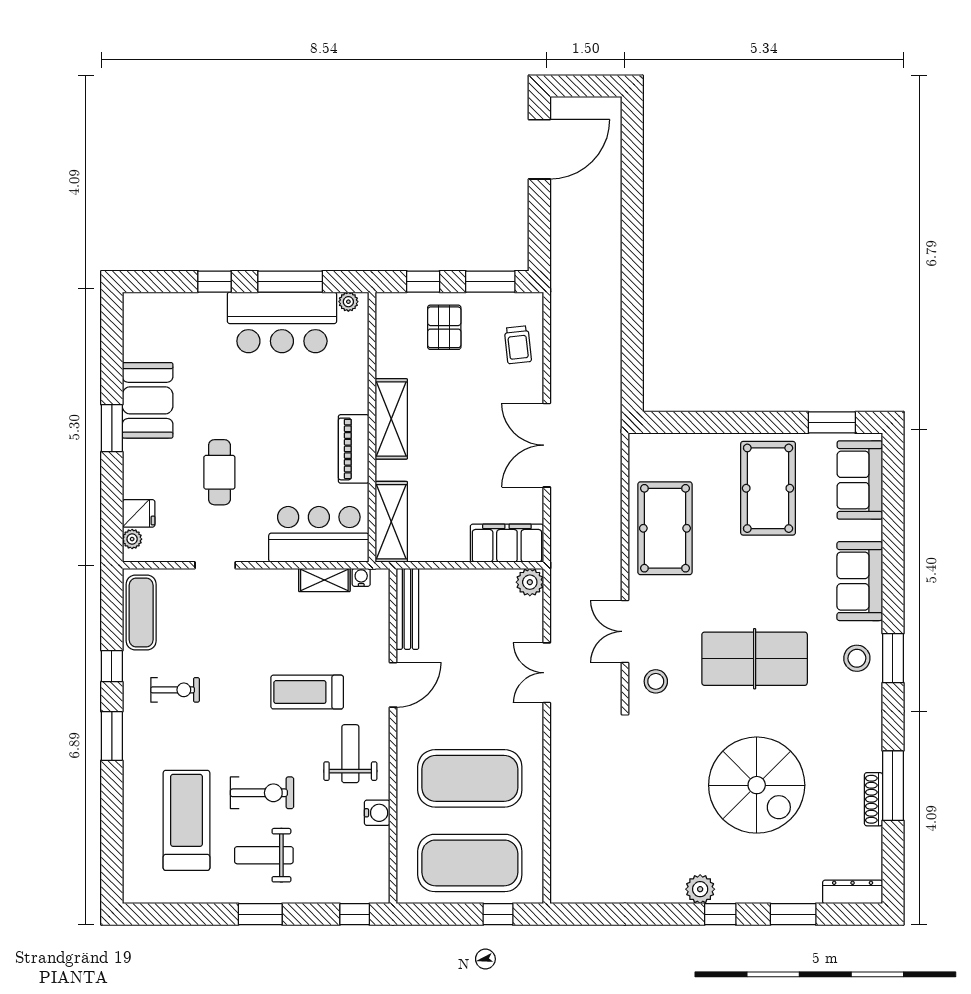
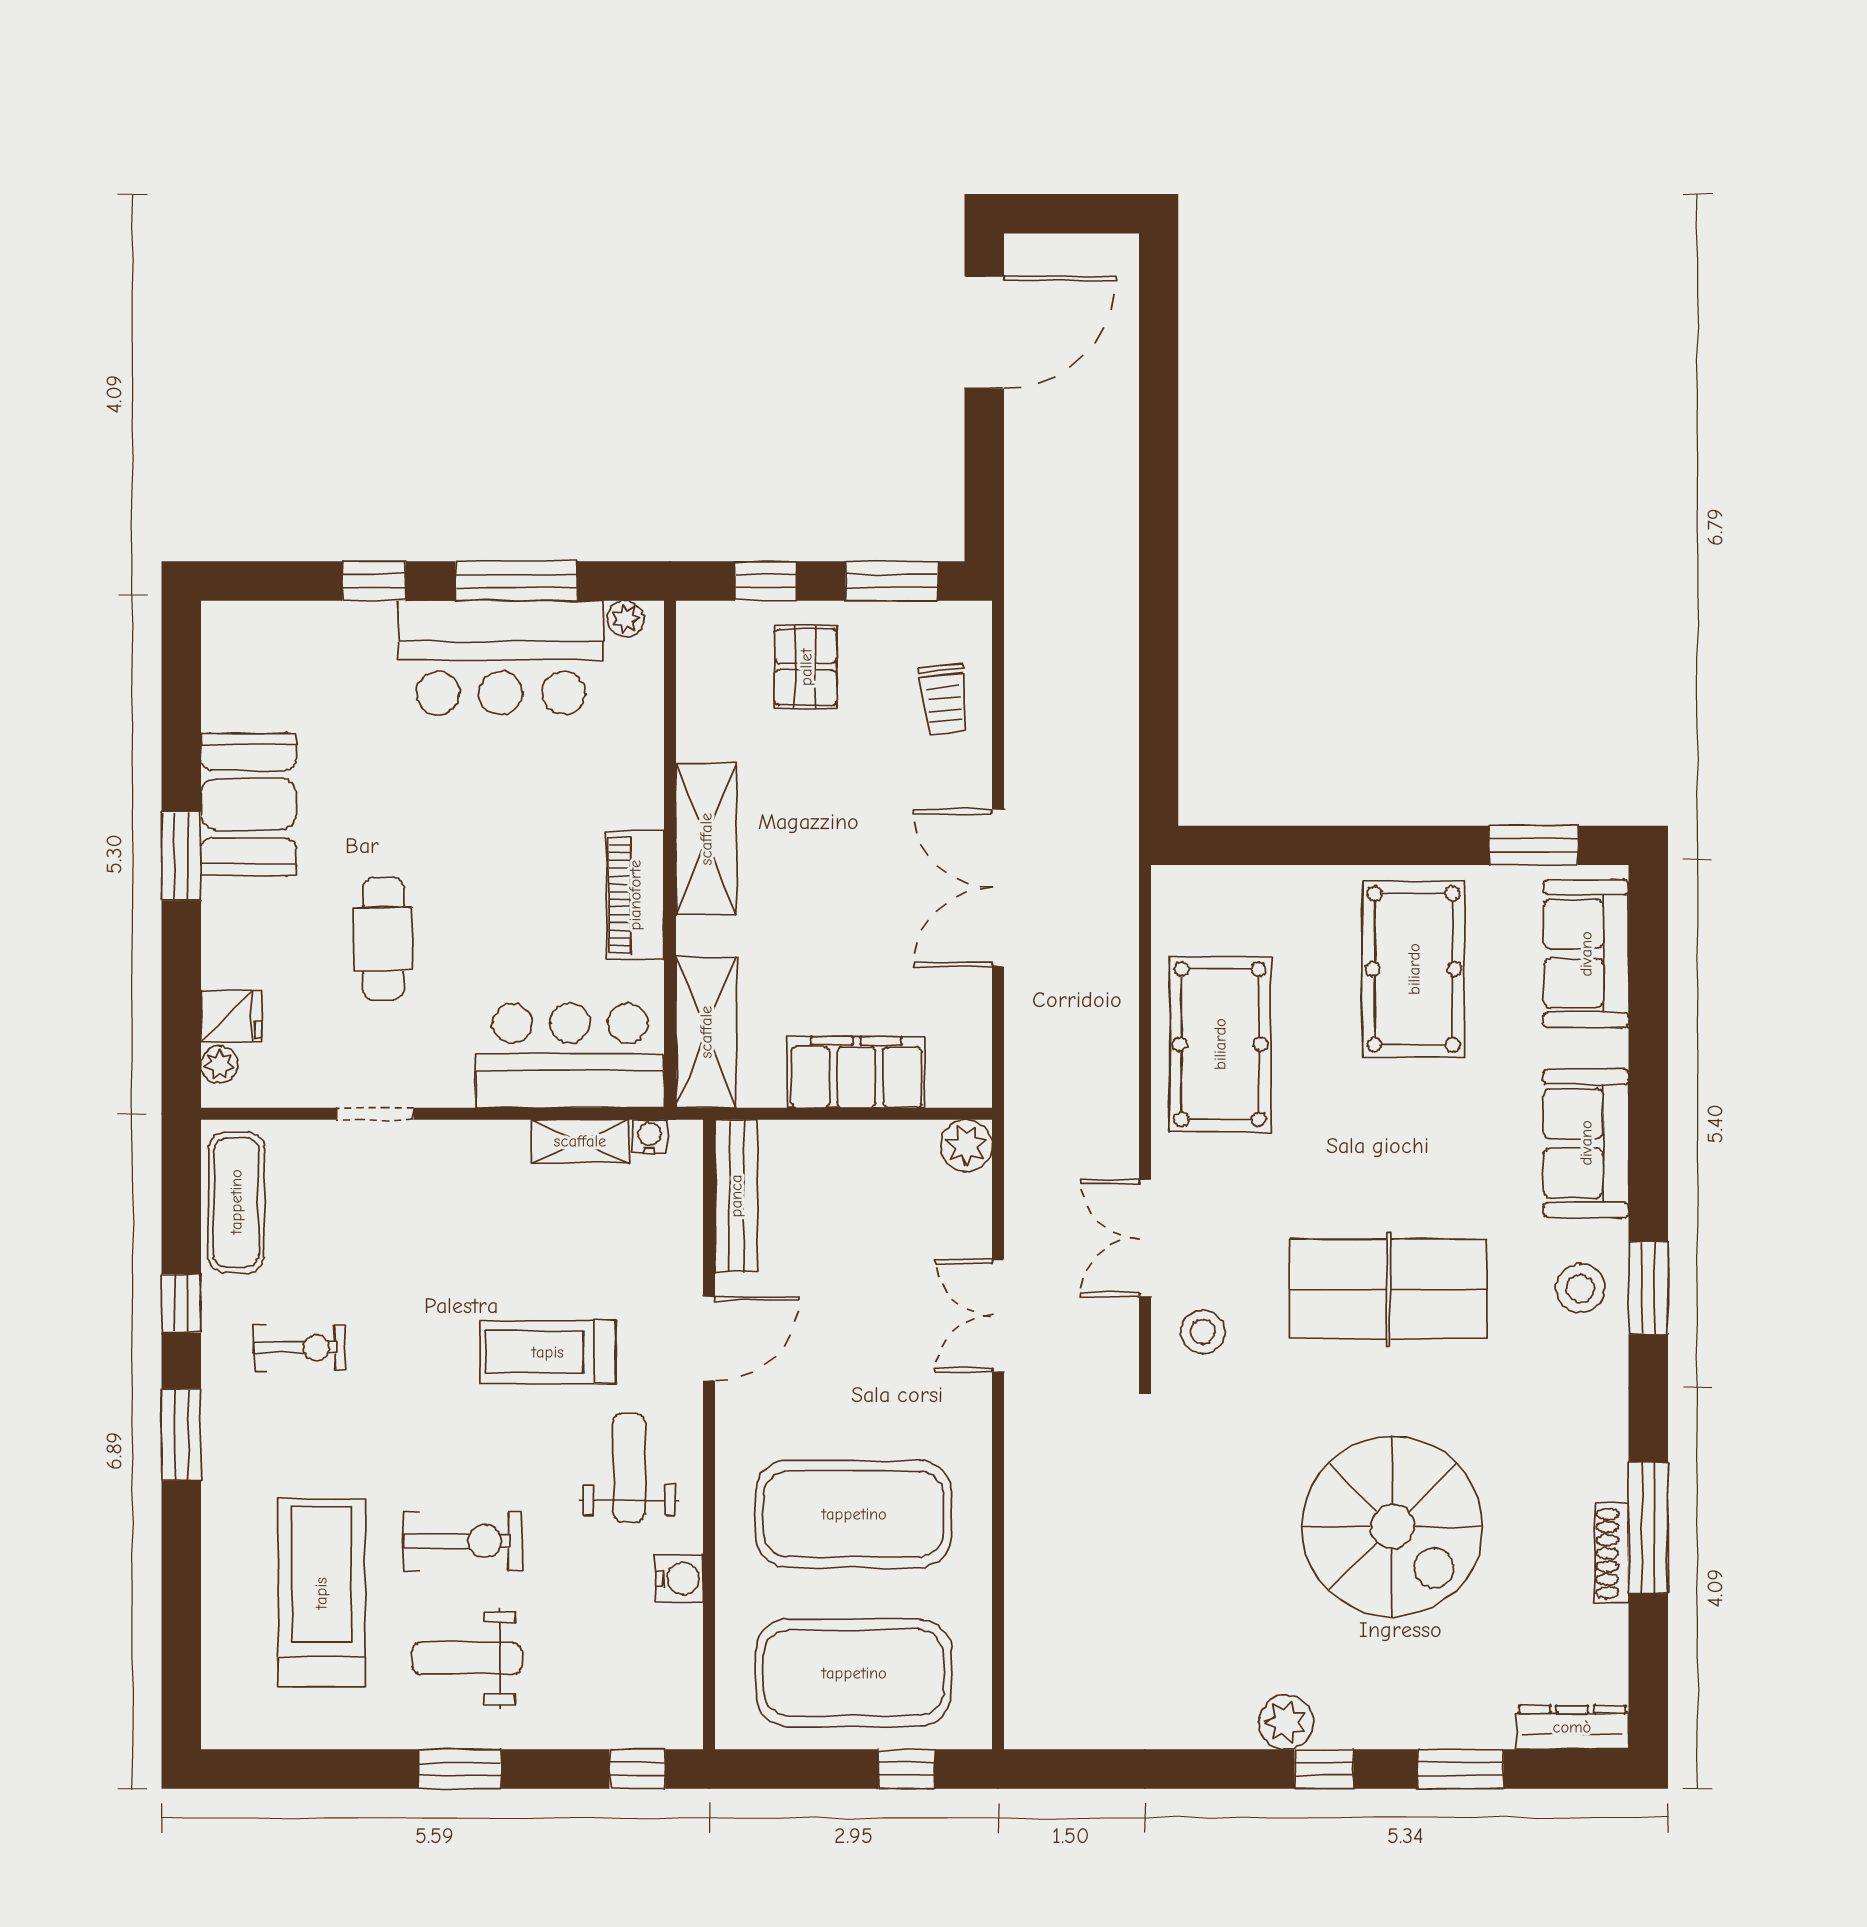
filing cabinet: (507, 543) -> (856, 1072), moved

